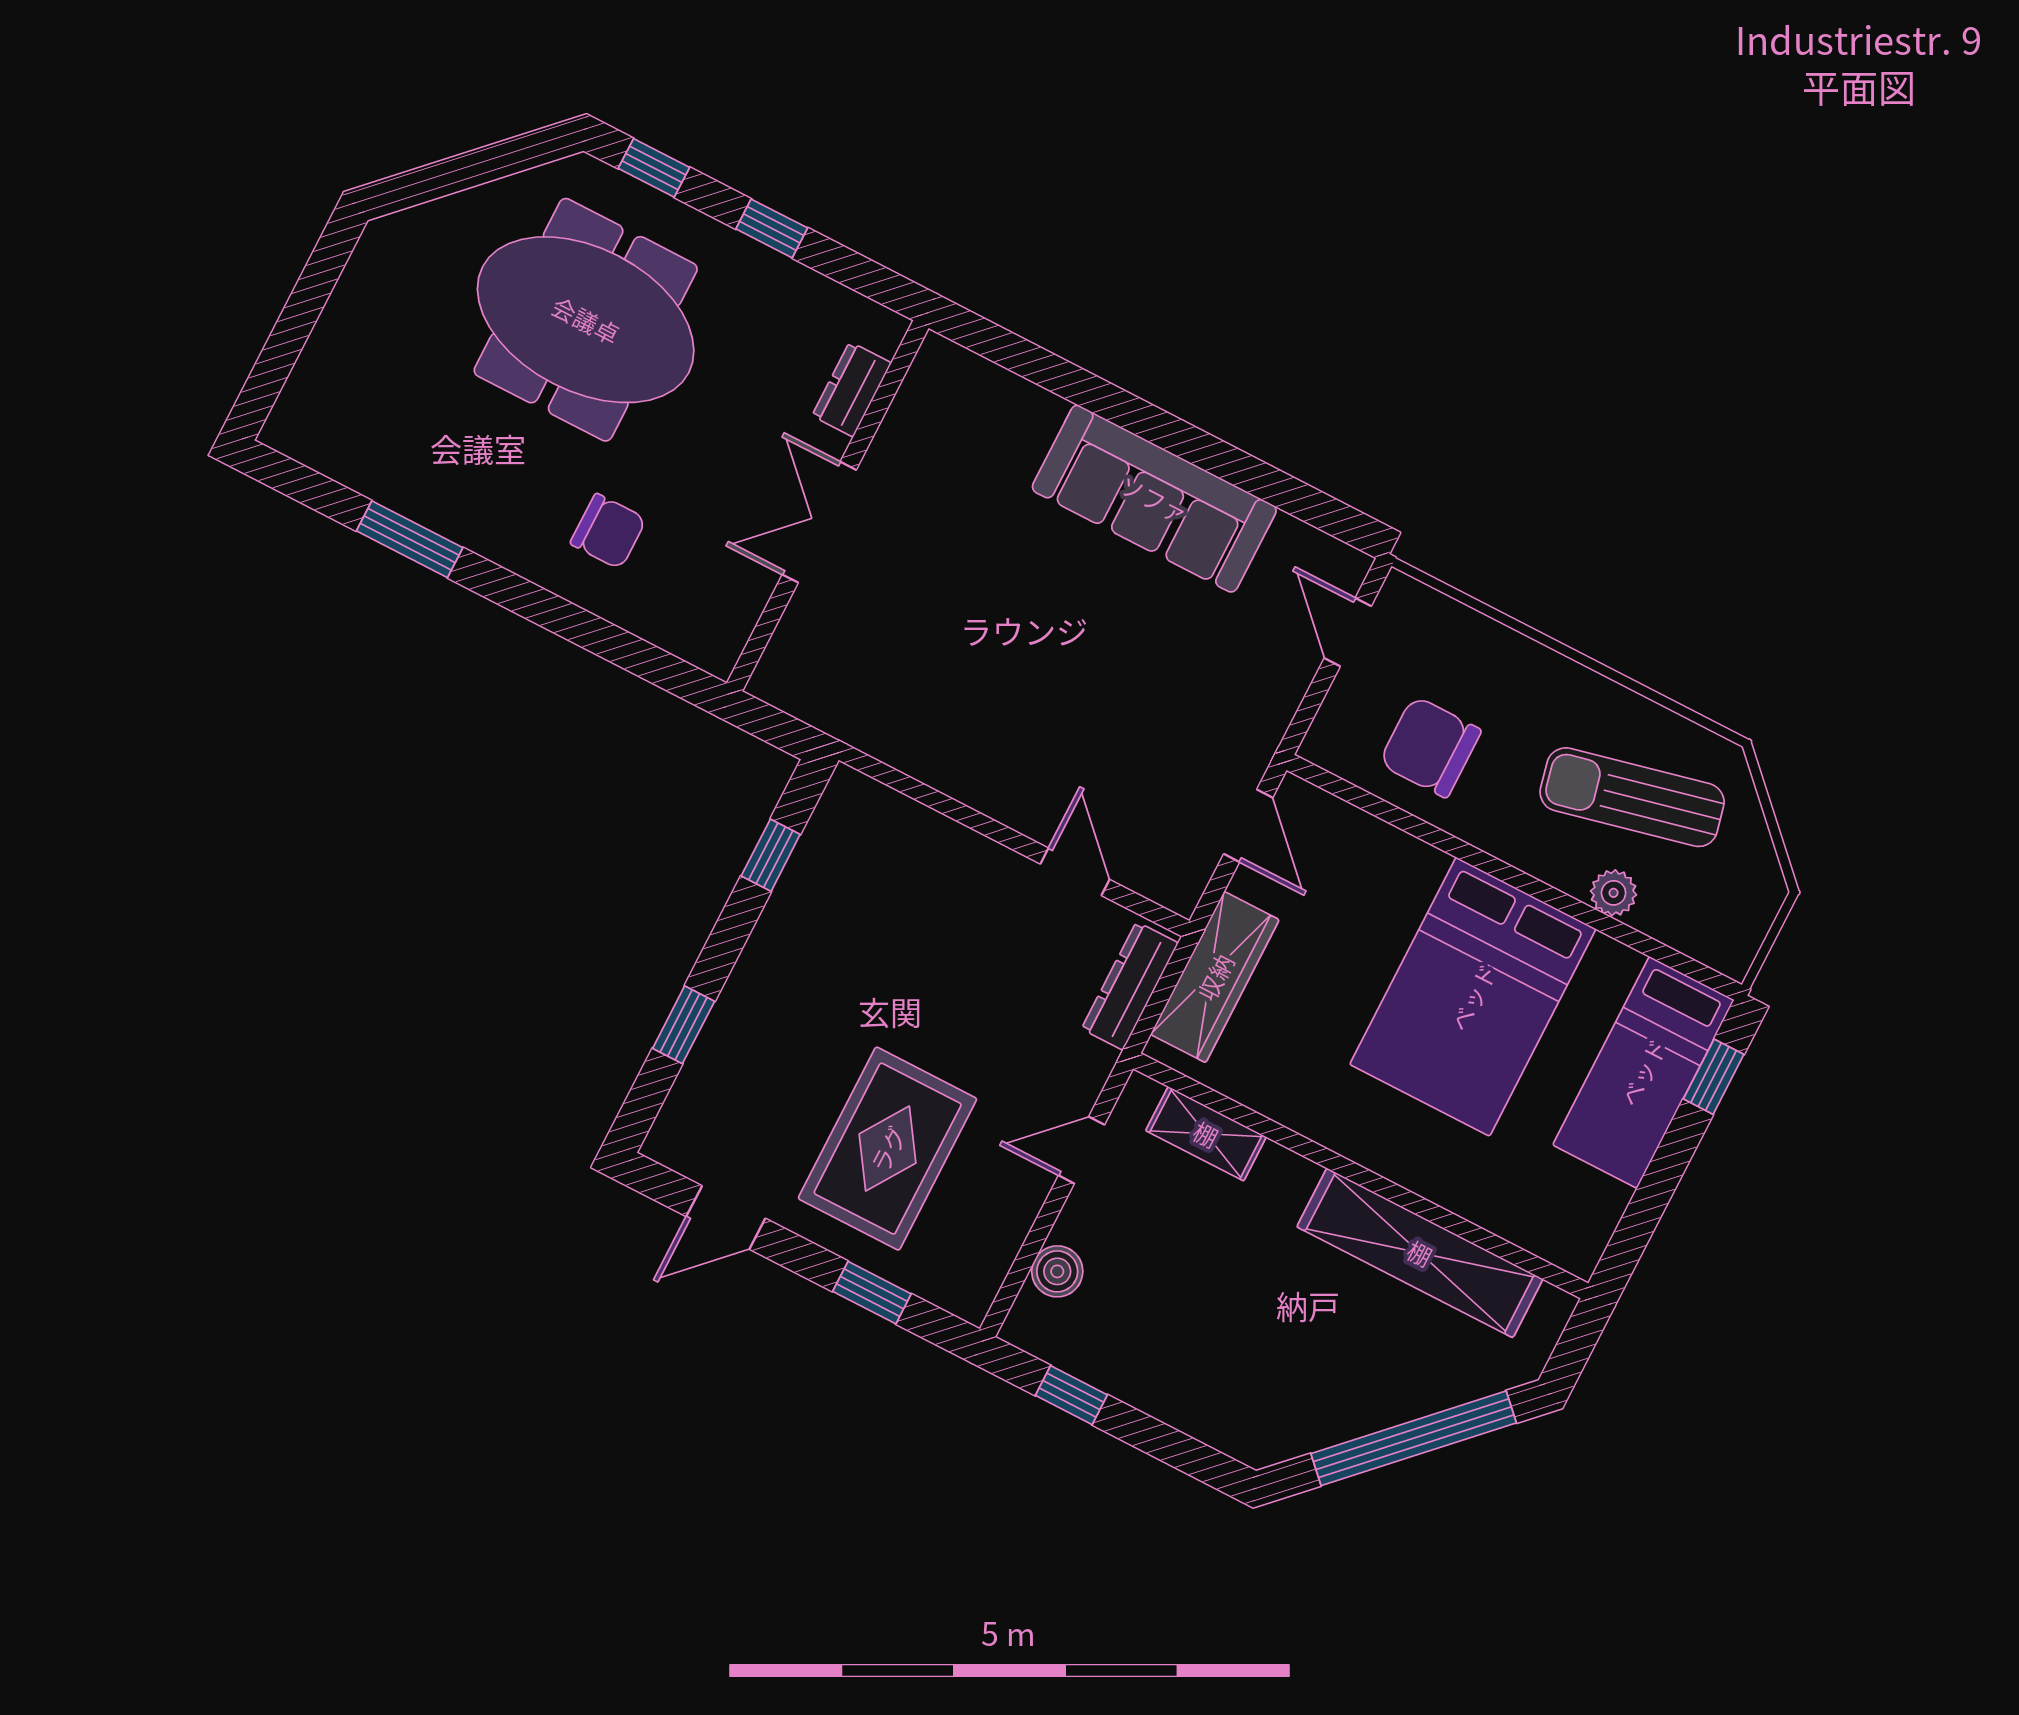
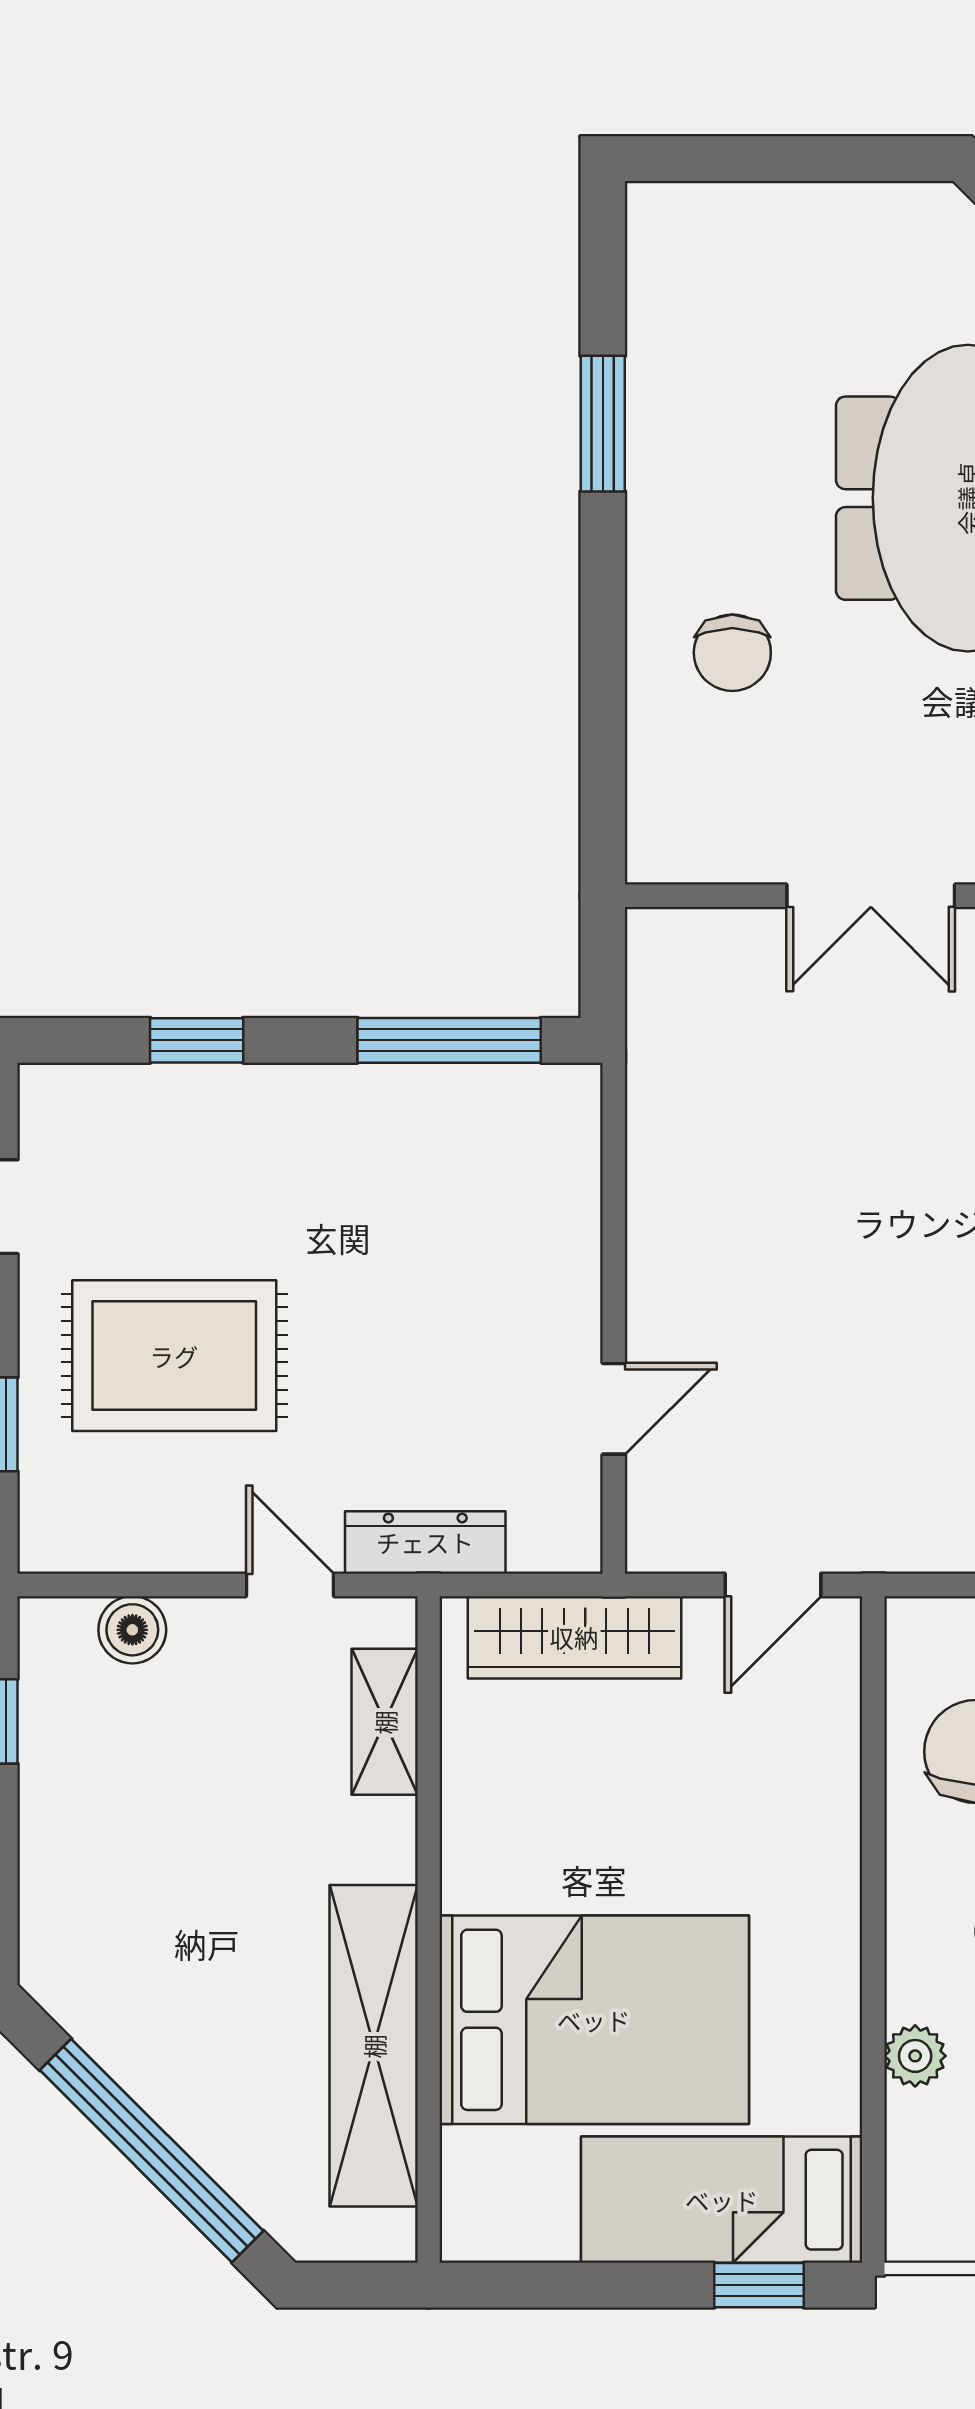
double door: (819, 522) -> (871, 896), swing flipped
window: (771, 855) -> (449, 1040), width x2.17
dresser: (1130, 986) -> (425, 1542), moved
bed: (1473, 997) -> (594, 2020), moved, turned 180

